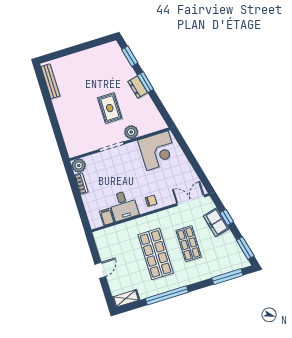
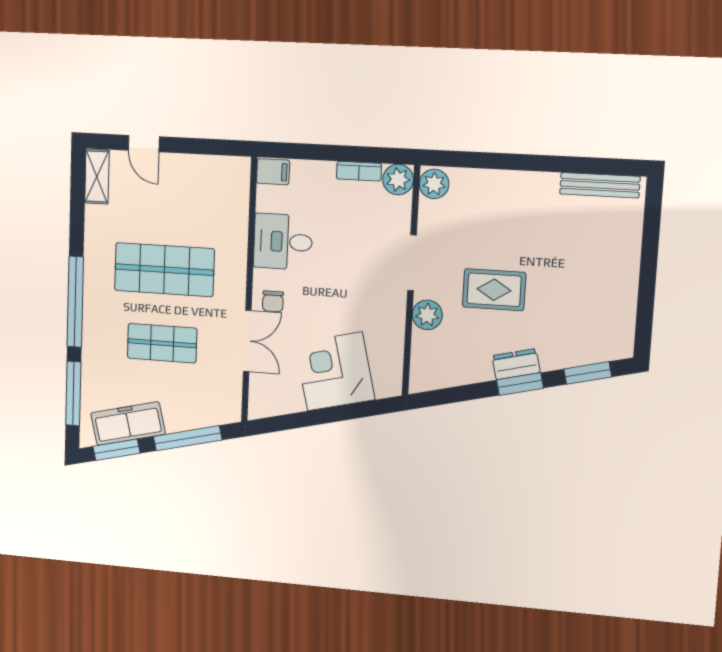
plant: (75, 150) -> (434, 184), added
corner desk: (157, 151) -> (335, 371), moved, turned 76
double door: (191, 200) -> (247, 341), moved
filing cabinet: (107, 217) -> (273, 172), moved
window: (227, 217) -> (188, 438), width x2.17
freezer: (216, 222) -> (128, 424), moved, width x1.40
door: (100, 270) -> (144, 144), moved
window: (167, 295) -> (75, 302), moved

